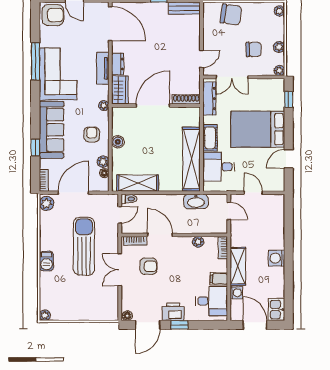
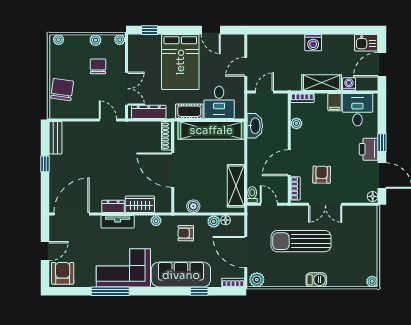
shoe rack: (186, 99) -> (166, 136), moved
door: (153, 106) -> (173, 170), moved
wall: (156, 106) -> (173, 167), moved

